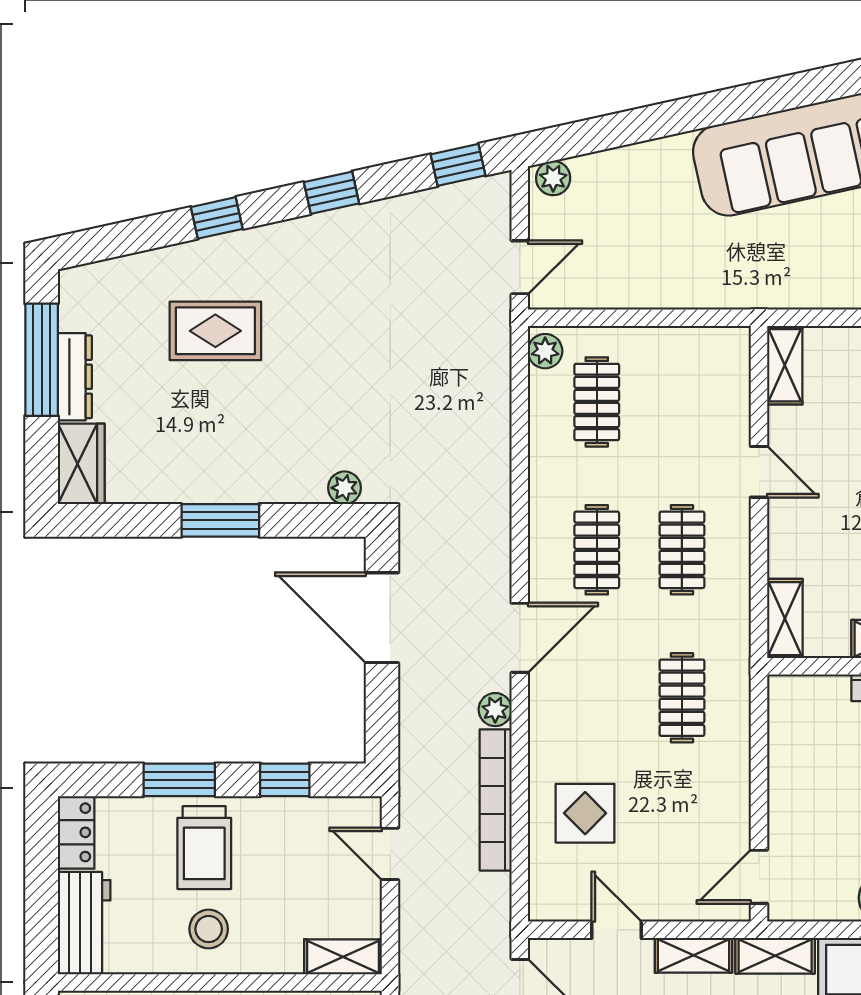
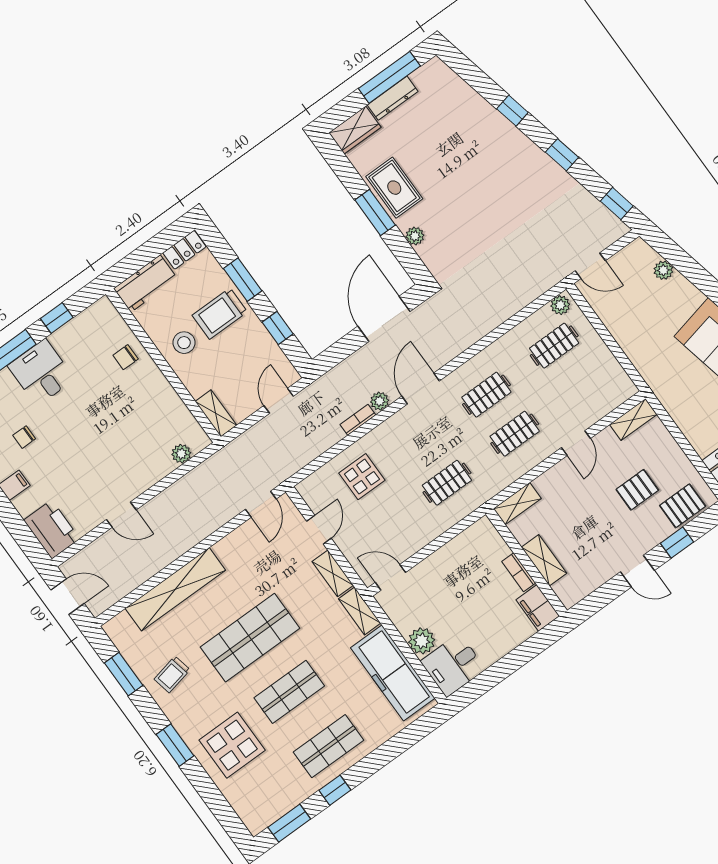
plant: (553, 178) -> (663, 270), moved
rug: (215, 331) -> (394, 188), moved
plant: (344, 488) -> (415, 236), moved
door: (520, 638) -> (421, 389), swing flipped
bookcase: (496, 800) -> (358, 420), width x0.43, depth x0.76

